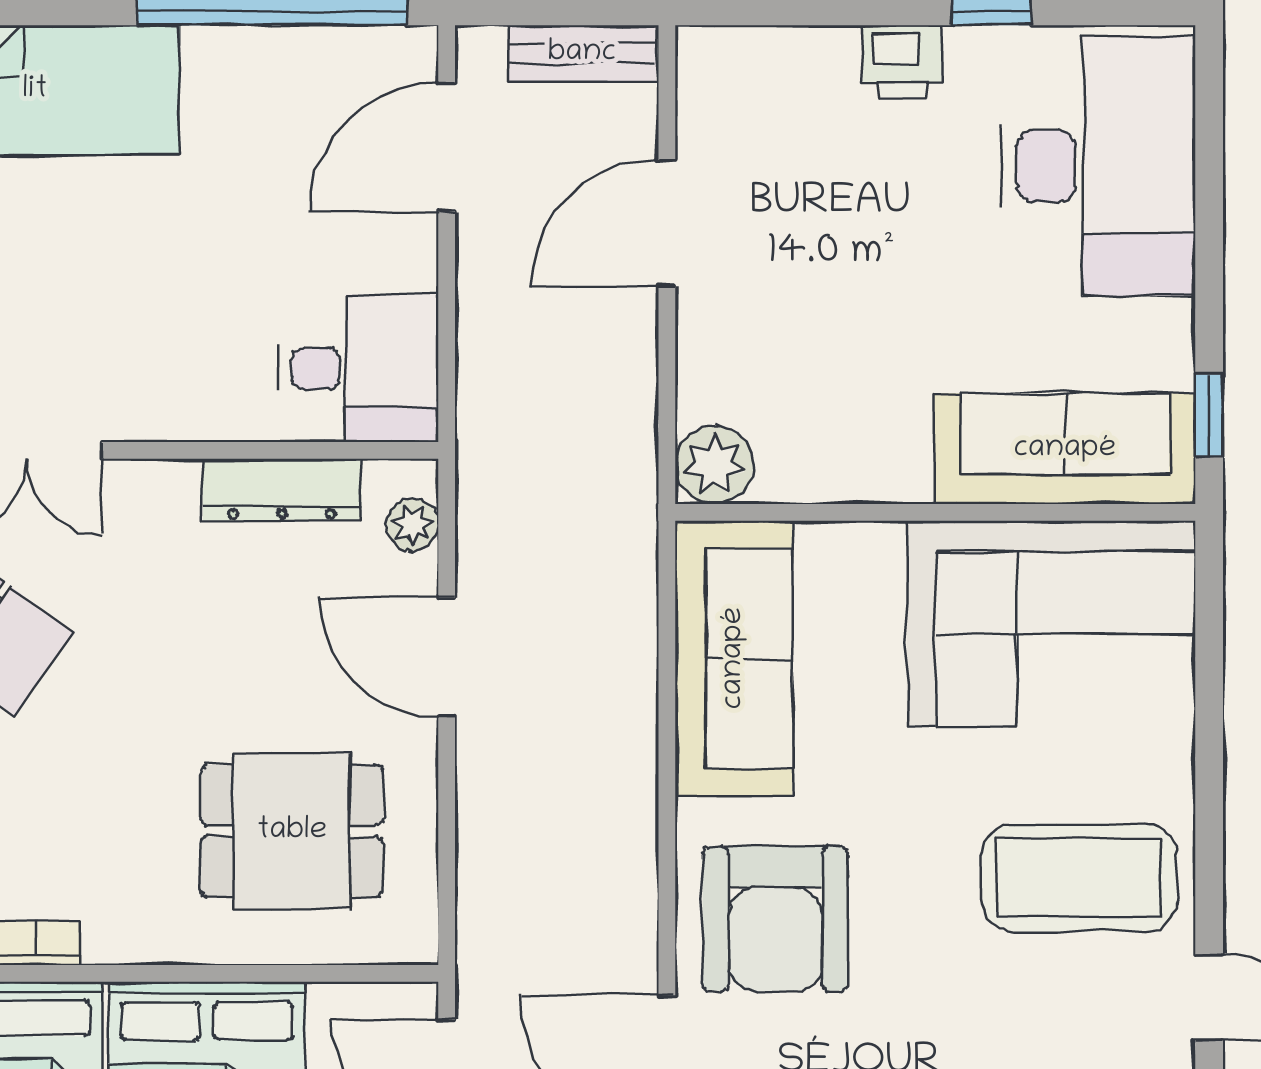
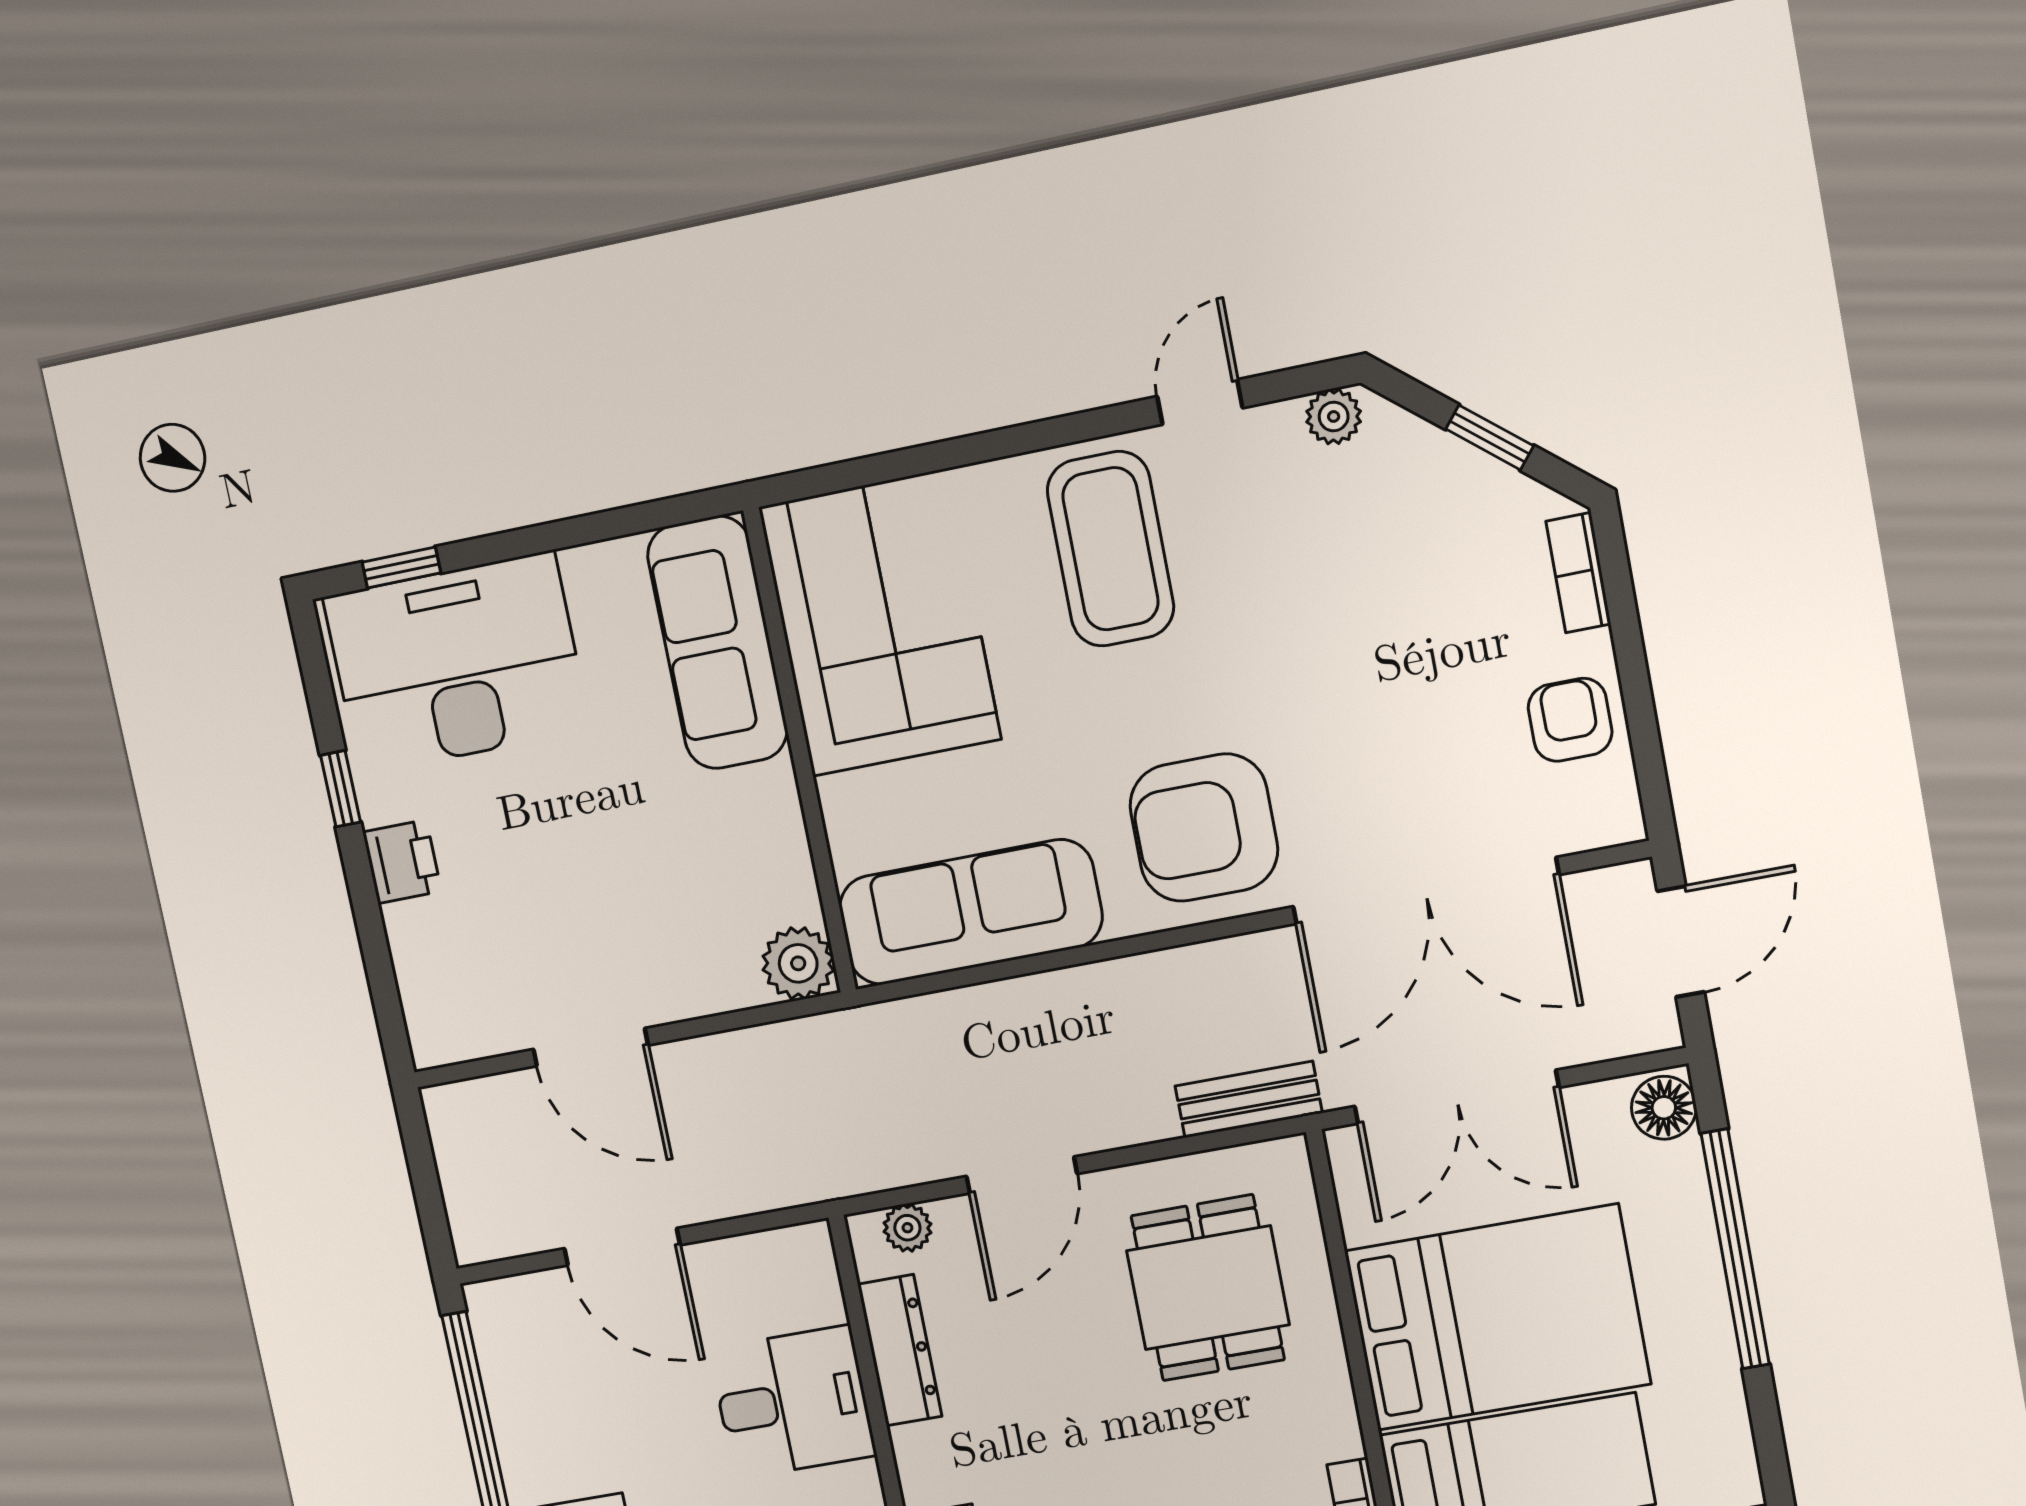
bench: (582, 53) -> (1249, 1100), moved, turned 90
door: (447, 147) -> (622, 1247), moved
desk: (359, 368) -> (793, 1402), moved, turned 90
window: (1209, 416) -> (401, 568), moved
armchair: (775, 919) -> (1204, 828), turned 180

